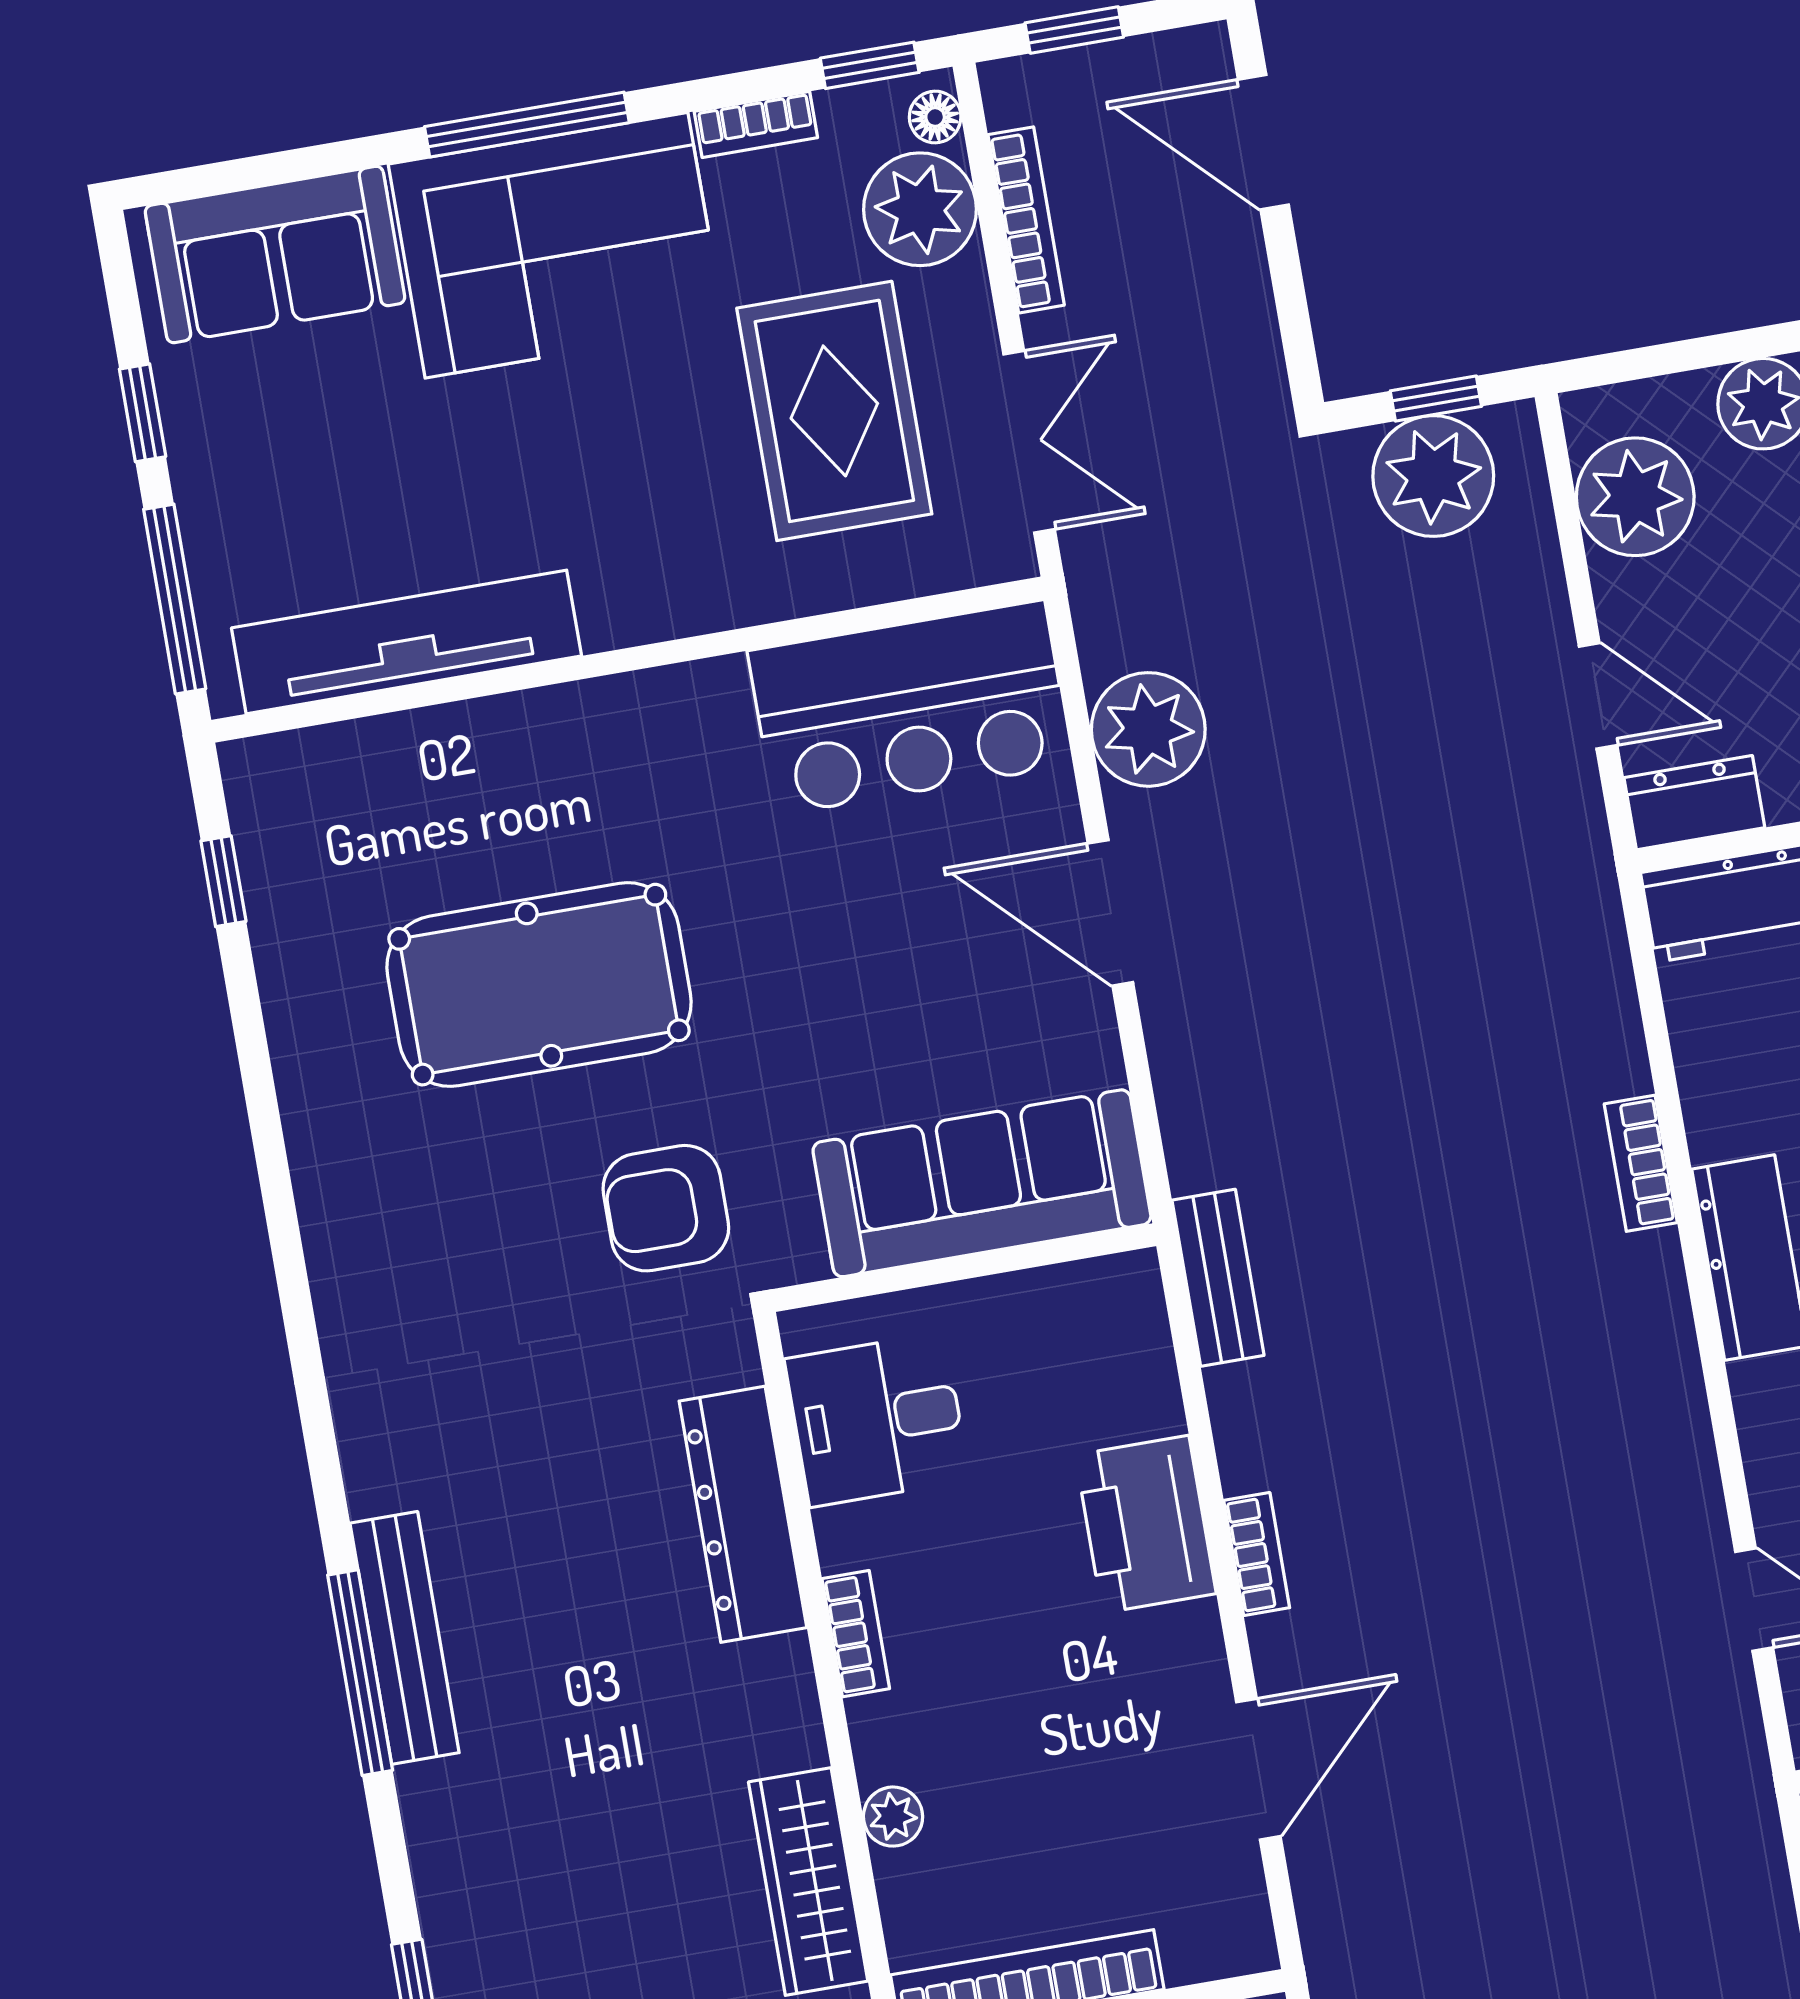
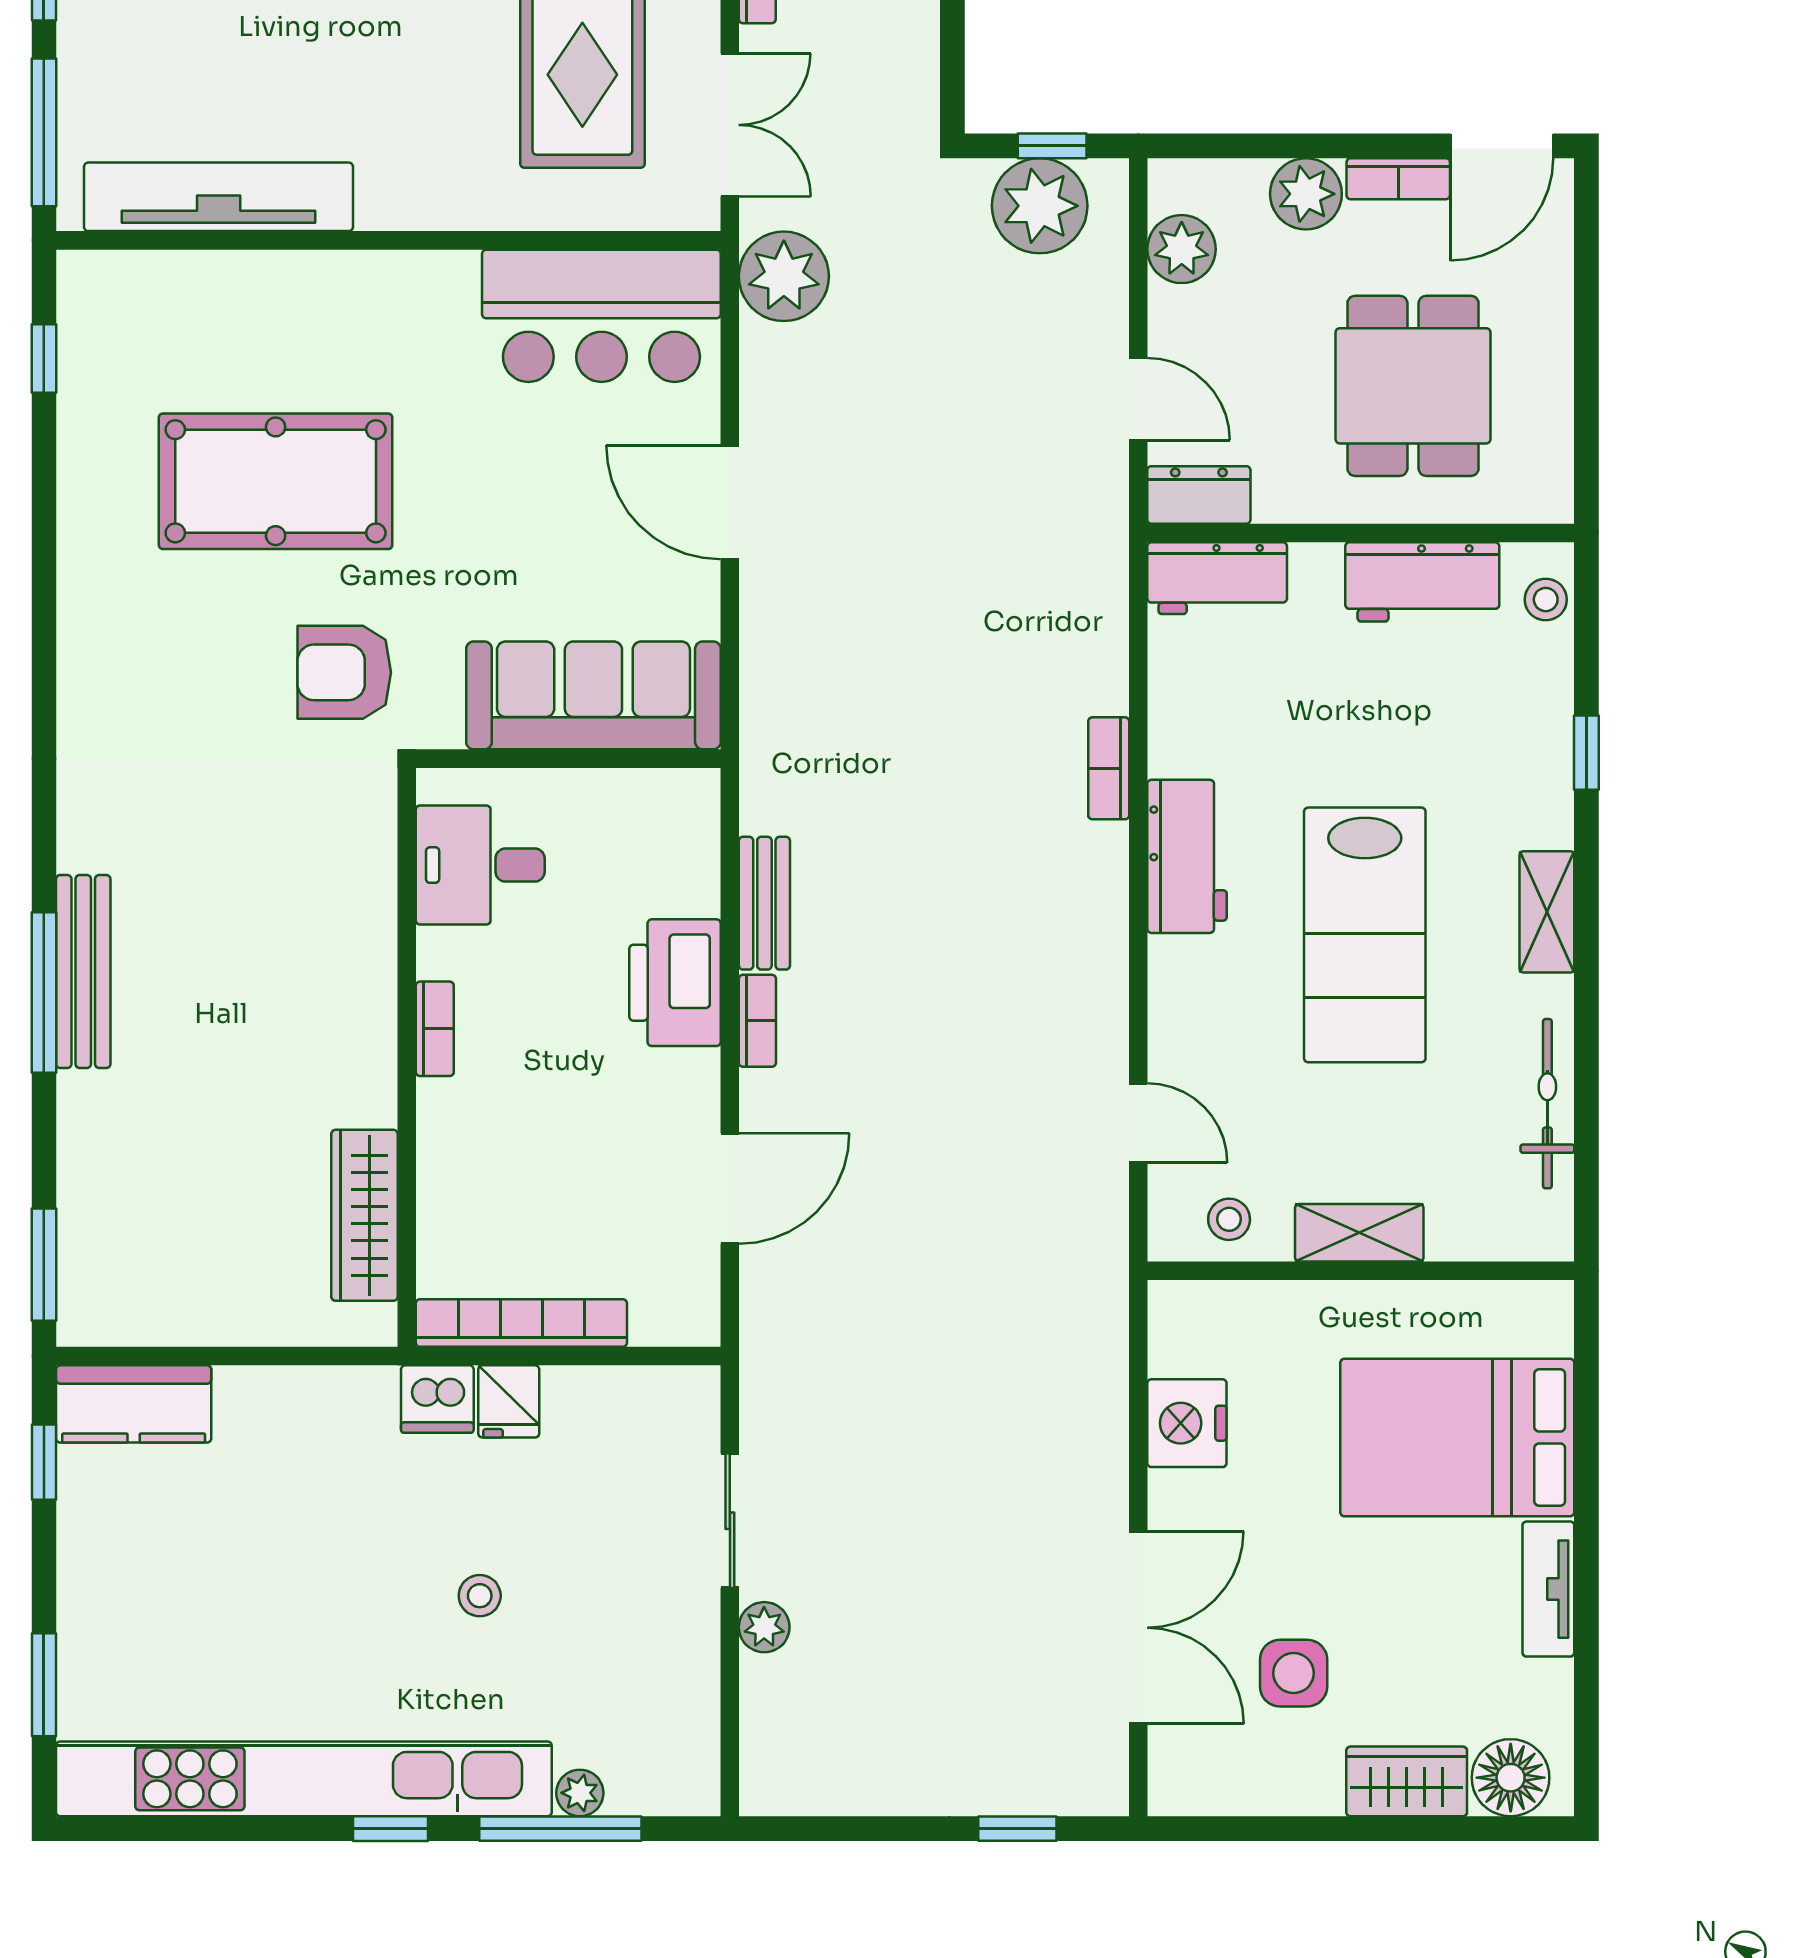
plant: (1635, 497) -> (1182, 249), width x0.73, depth x0.73
plant: (1148, 729) -> (784, 276), moved
bench: (1218, 1278) -> (764, 903), moved
dresser: (743, 1514) -> (363, 921), removed
plant: (893, 1817) -> (439, 1176), removed

